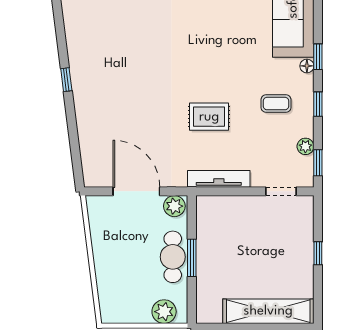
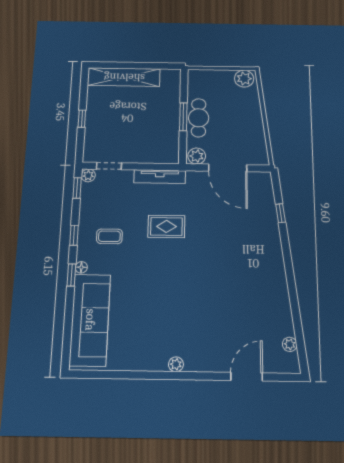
window: (66, 80) -> (281, 213), moved
plant: (305, 146) -> (88, 175), moved
plant: (164, 312) -> (244, 79), moved

